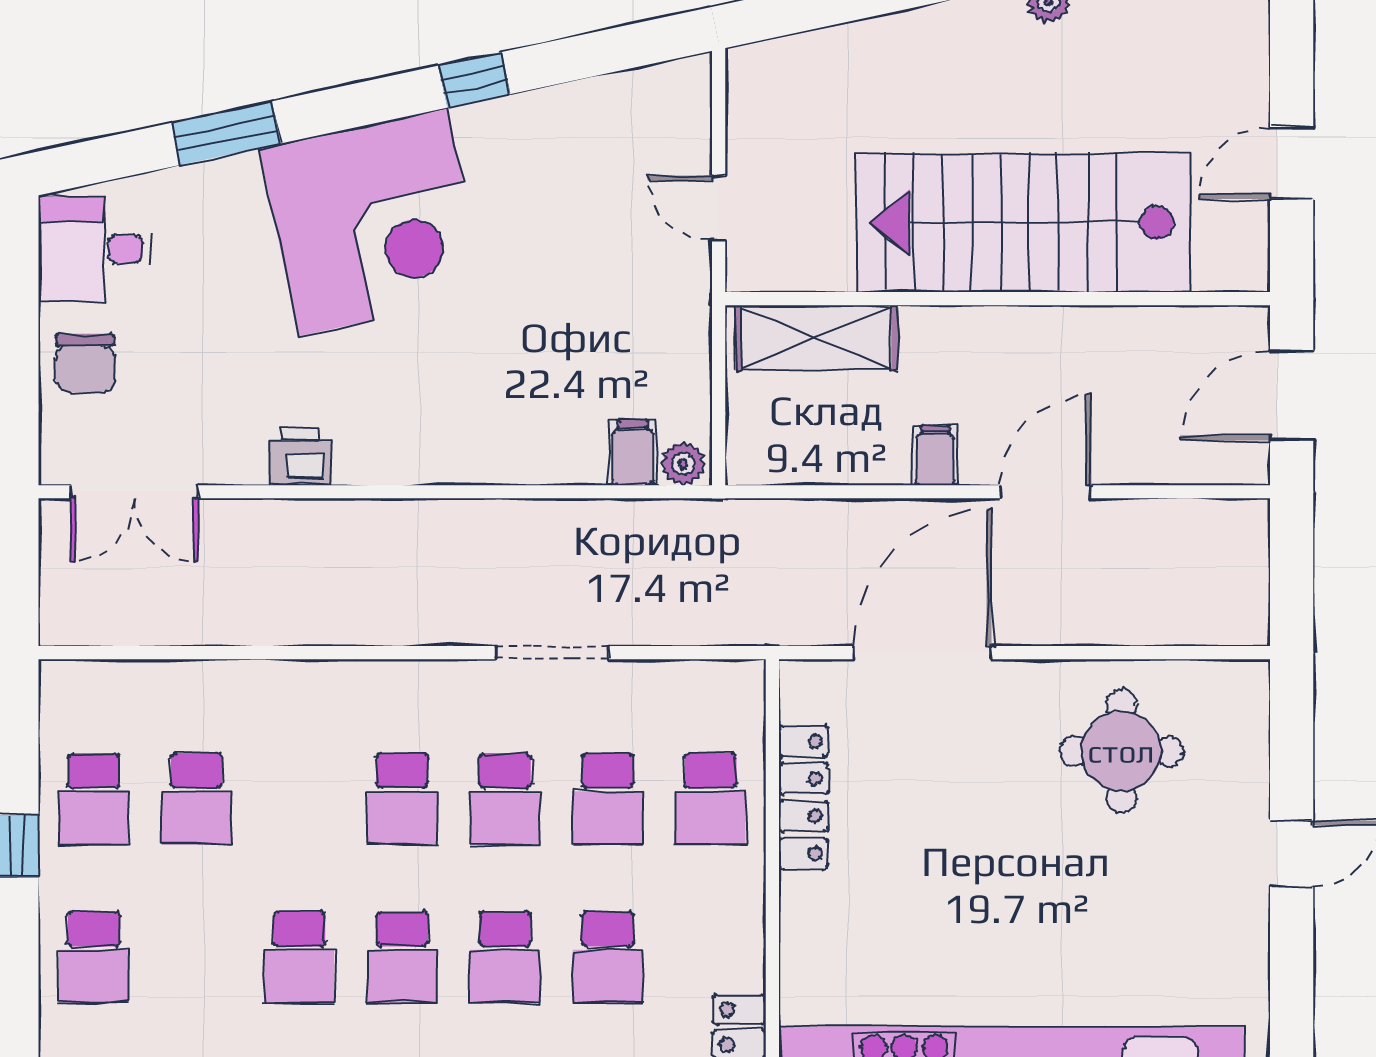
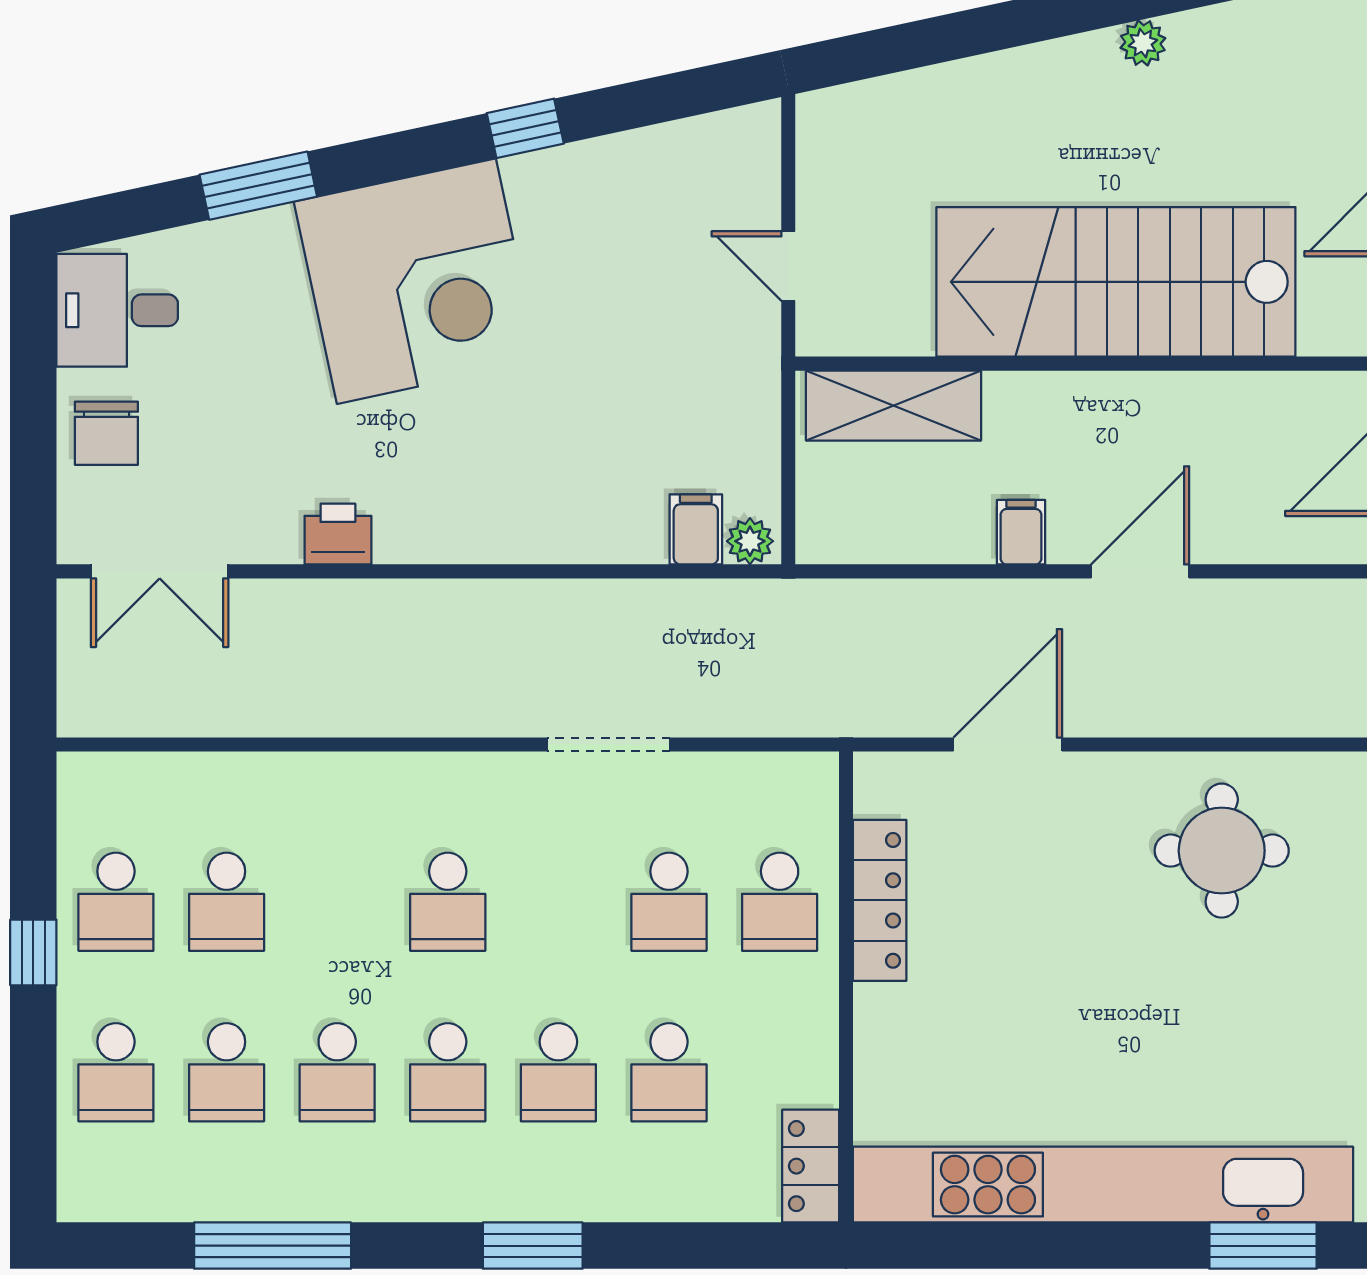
door: (923, 653) -> (1008, 745), width x0.73
school desk: (505, 799) -> (227, 1072), moved

